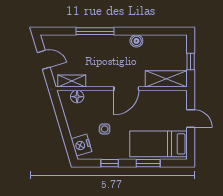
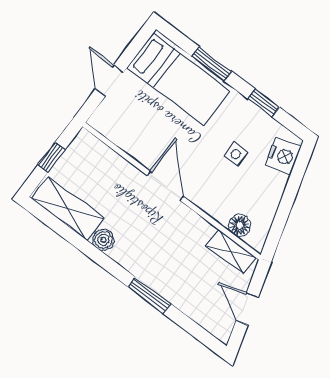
window: (95, 31) -> (149, 295), width x0.69
shelving: (166, 79) -> (68, 208), moved
door: (126, 89) -> (165, 186), hinge flipped

